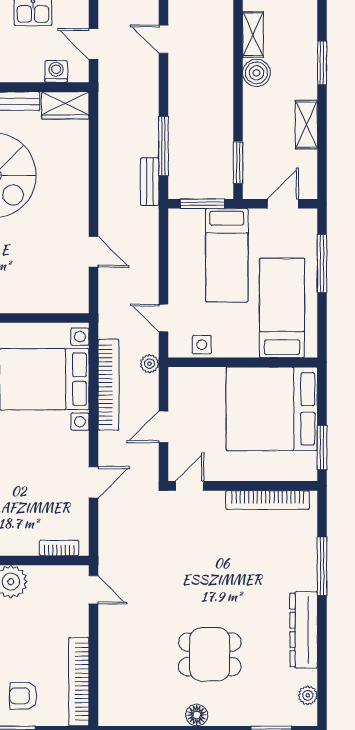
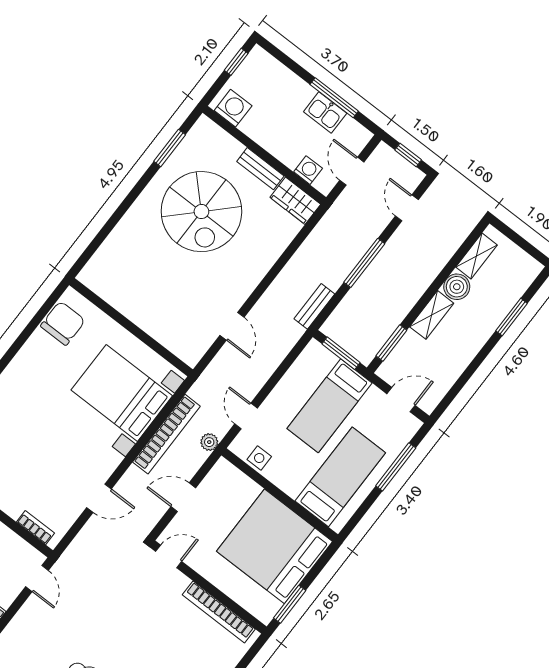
shelving: (306, 125) -> (432, 315), moved
window: (163, 146) -> (364, 263), moved

